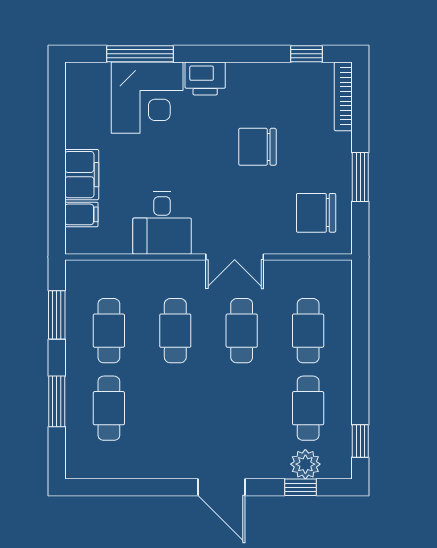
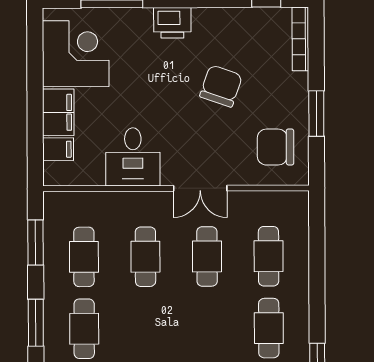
corner desk: (147, 98) -> (76, 54), moved, turned -90
chair: (257, 147) -> (221, 86), turned 109

